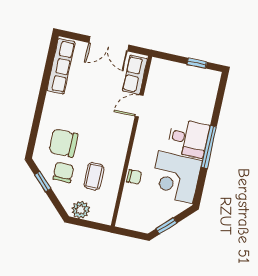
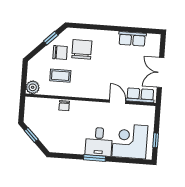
row of seats: (61, 66) -> (132, 39), width x0.68
window: (209, 147) -> (94, 158), width x0.69
corner desk: (176, 177) -> (130, 141), moved
plant: (81, 210) -> (33, 87), moved

